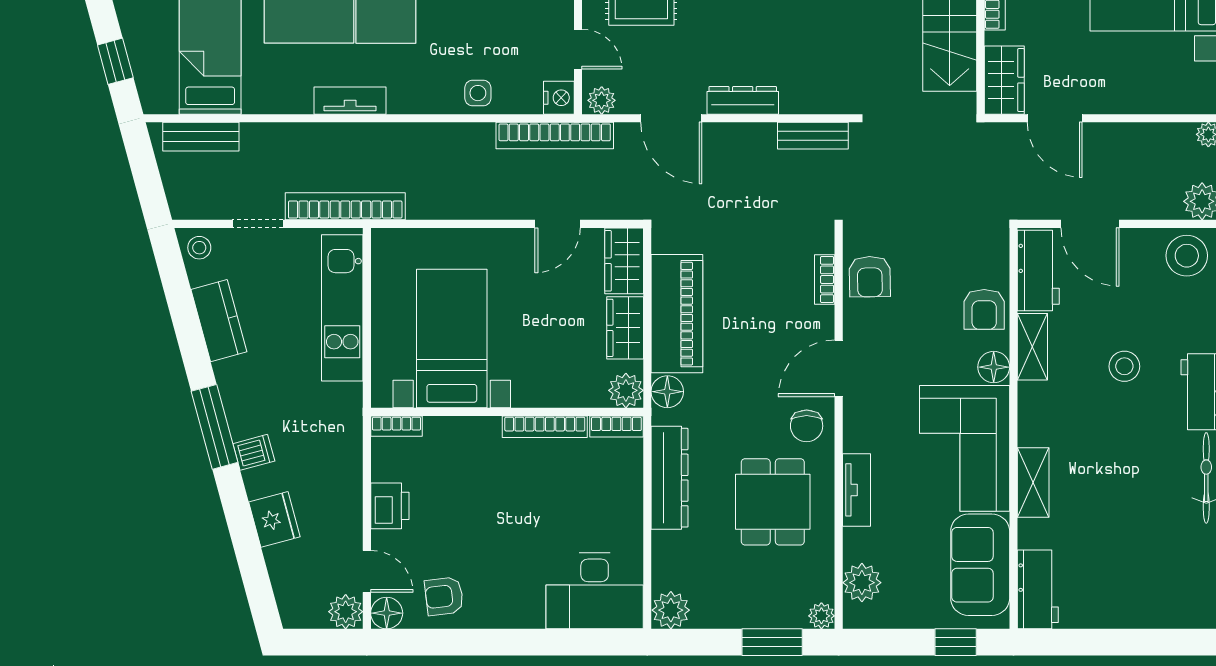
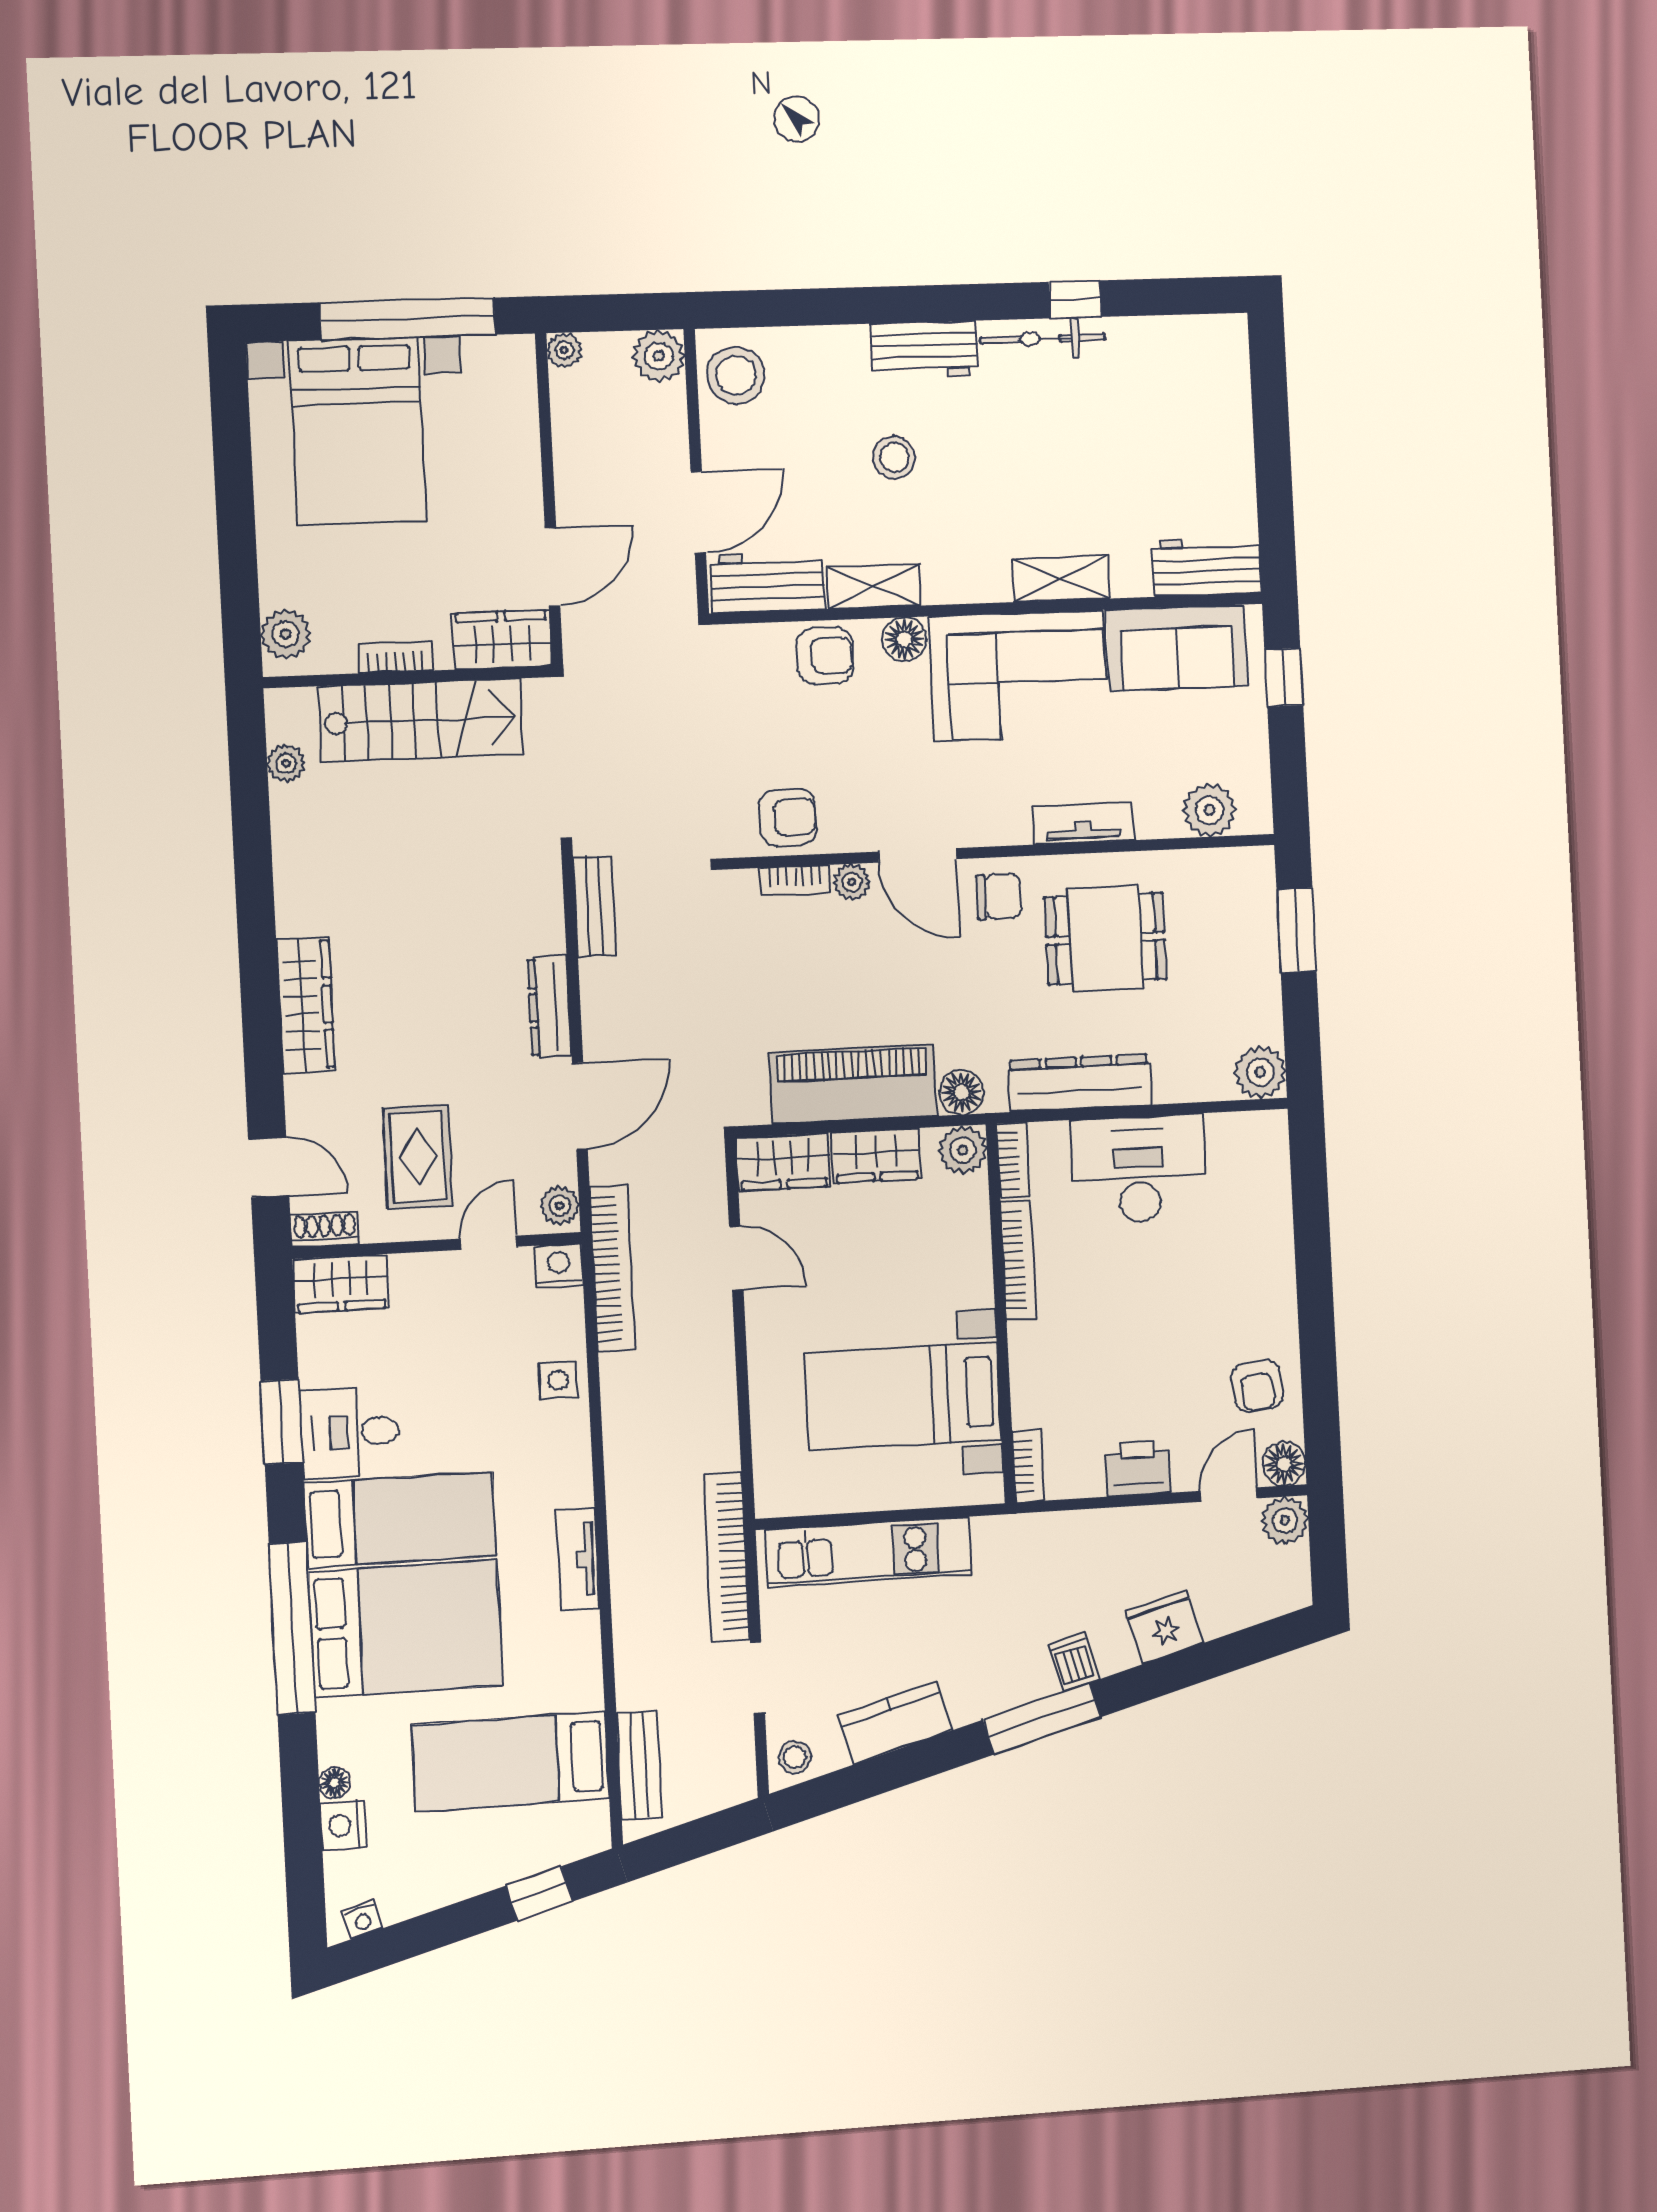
desk: (595, 591) -> (1139, 1169), moved, turned -90
plant: (821, 616) -> (852, 882), moved

